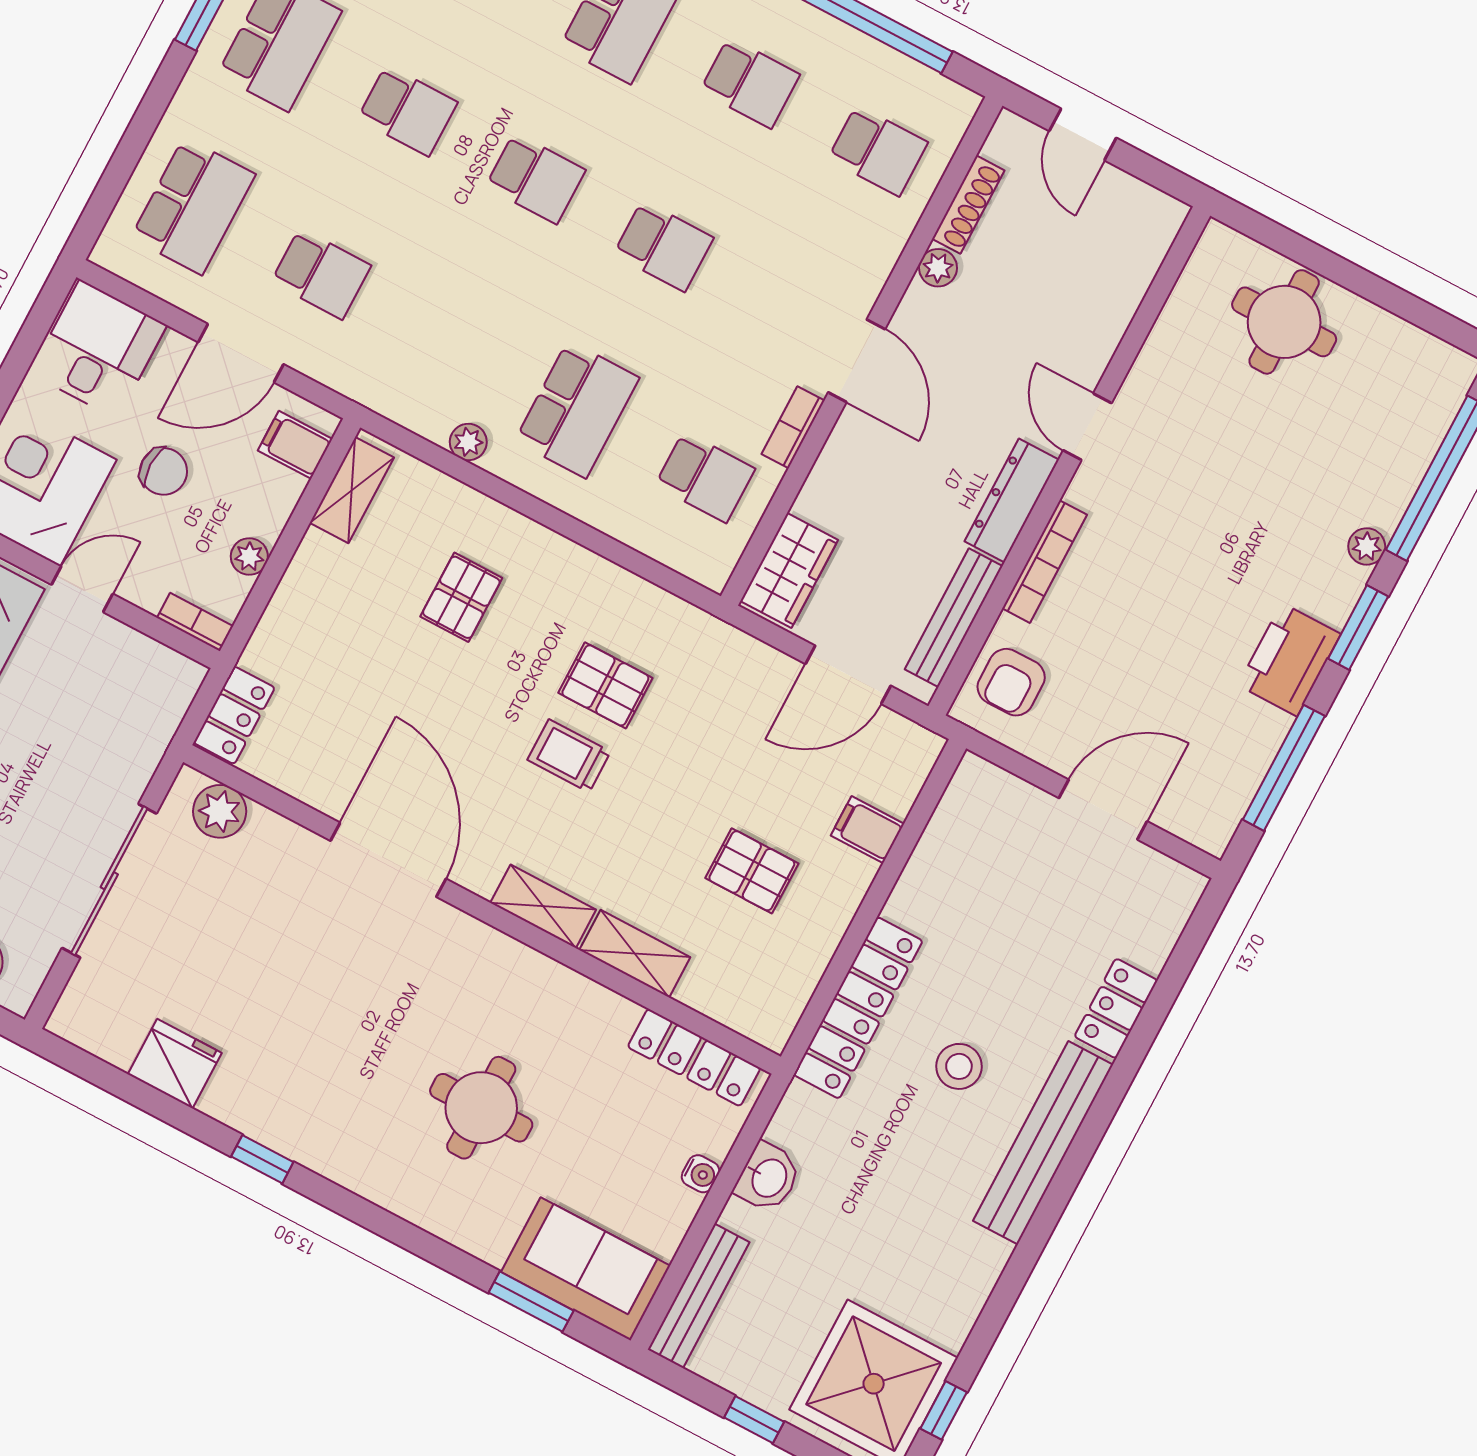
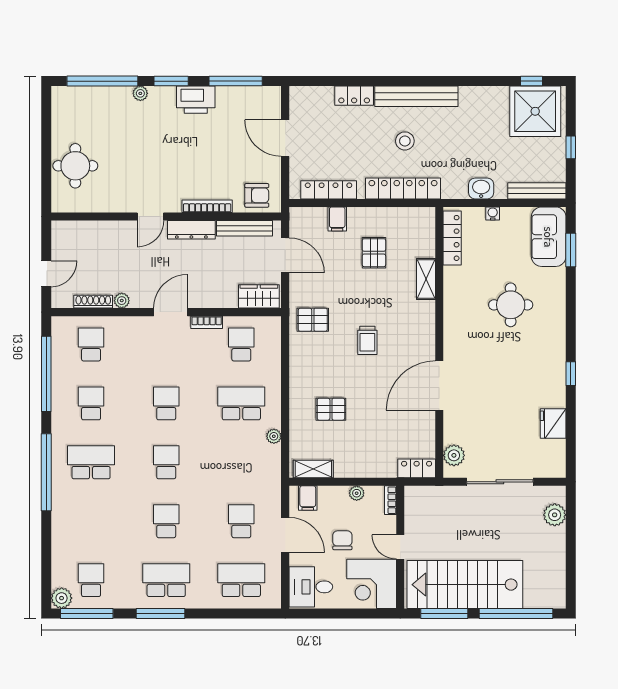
pallet: (605, 685) -> (313, 320), moved, turned 90
locker: (941, 844) -> (329, 190), added
shelving: (543, 906) -> (426, 321), removed

